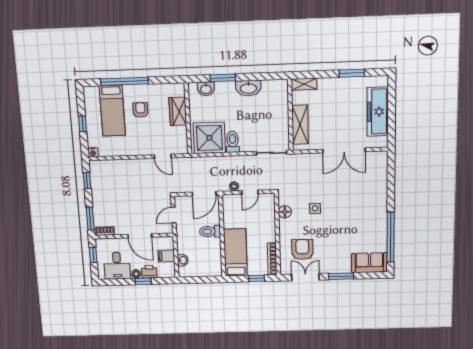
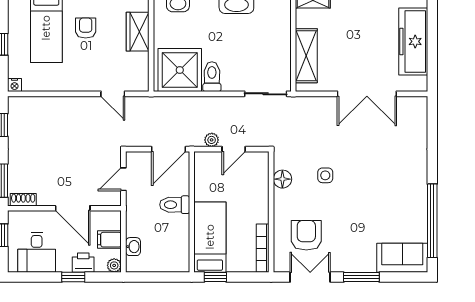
plant: (136, 274) -> (114, 265), moved
window: (257, 278) -> (215, 277), moved

